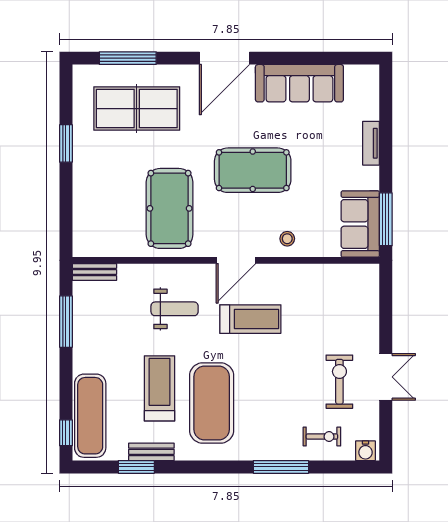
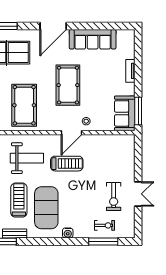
pool table: (253, 170) -> (68, 85), turned 90
door: (236, 260) -> (72, 133), moved
weight bench: (175, 309) -> (27, 158), width x1.36, depth x1.33
exercise bike: (339, 382) -> (114, 197), turned 180
water cooler: (365, 451) -> (68, 233), moved
window: (281, 467) -> (103, 241), moved

